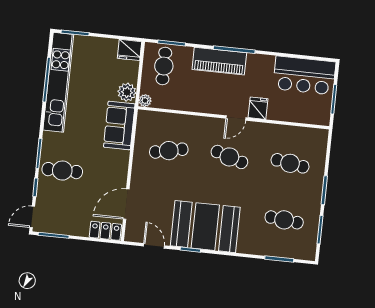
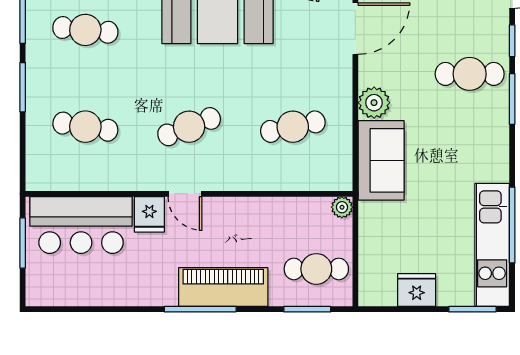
fridge: (130, 50) -> (417, 290), moved
cafe table: (164, 66) -> (316, 269), turned 90
bar counter: (304, 75) -> (81, 225), moved, turned 180
kitchen unit: (58, 82) -> (492, 245), width x0.73
plant: (127, 92) -> (374, 103), moved
door: (236, 118) -> (185, 194), swing flipped
cafe table: (229, 157) -> (189, 127), turned -39

